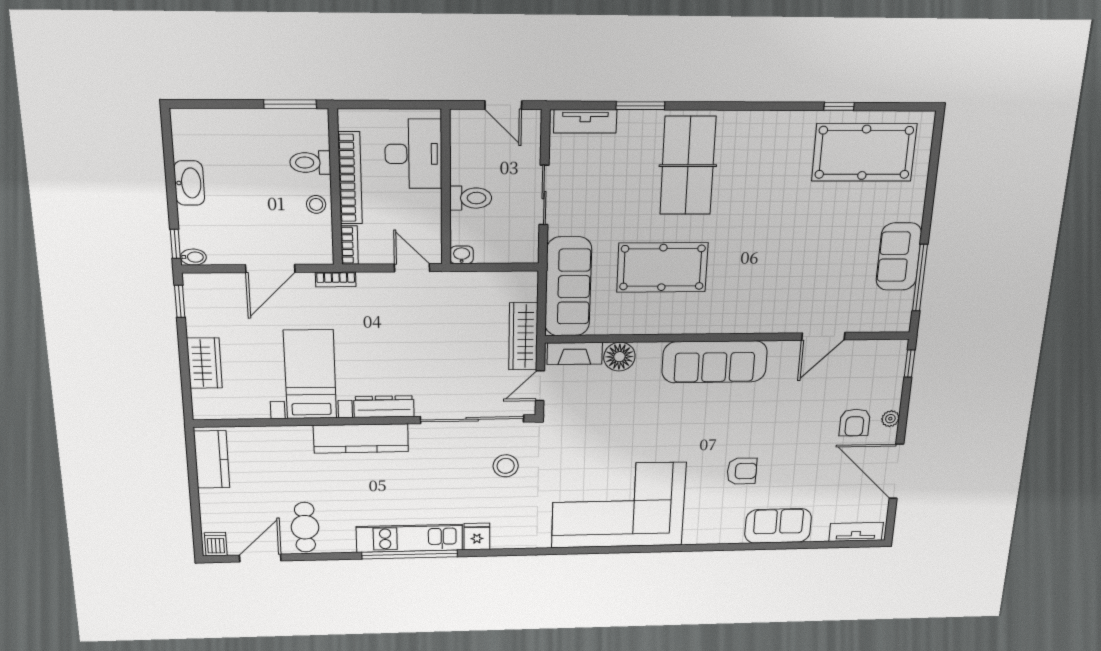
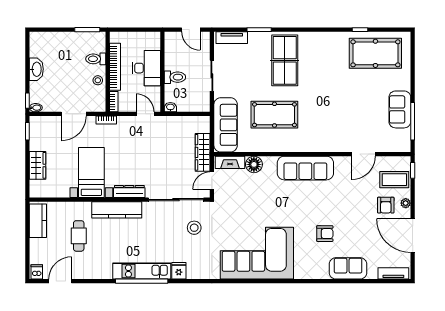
desk: (413, 154) -> (147, 68), moved
coffee table: (875, 380) -> (394, 180), added
cafe table: (305, 527) -> (79, 236), moved

